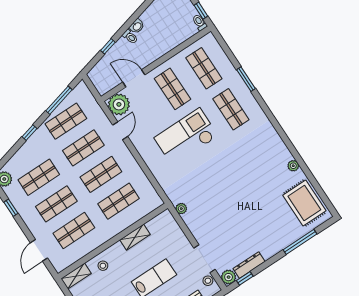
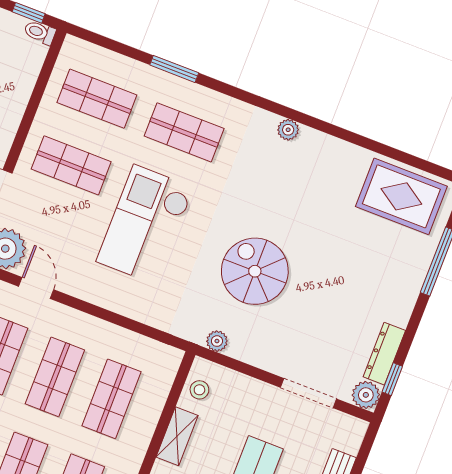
plant: (293, 166) -> (288, 130), moved
spiral stairs: (219, 190) -> (255, 271), added
stool: (208, 281) -> (199, 390), moved

